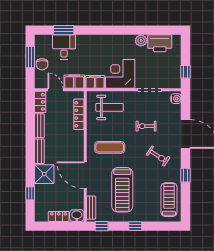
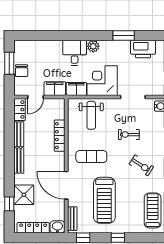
window: (64, 30) -> (124, 35), moved
plant: (141, 41) -> (93, 46), moved
desk: (64, 47) -> (75, 53), moved
door: (55, 90) -> (35, 97), swing flipped
weight bench: (110, 107) -> (91, 115), turned 90
locker: (79, 114) -> (60, 136), moved
shower: (44, 174) -> (24, 195), moved
locker: (59, 216) -> (33, 228), width x1.53

